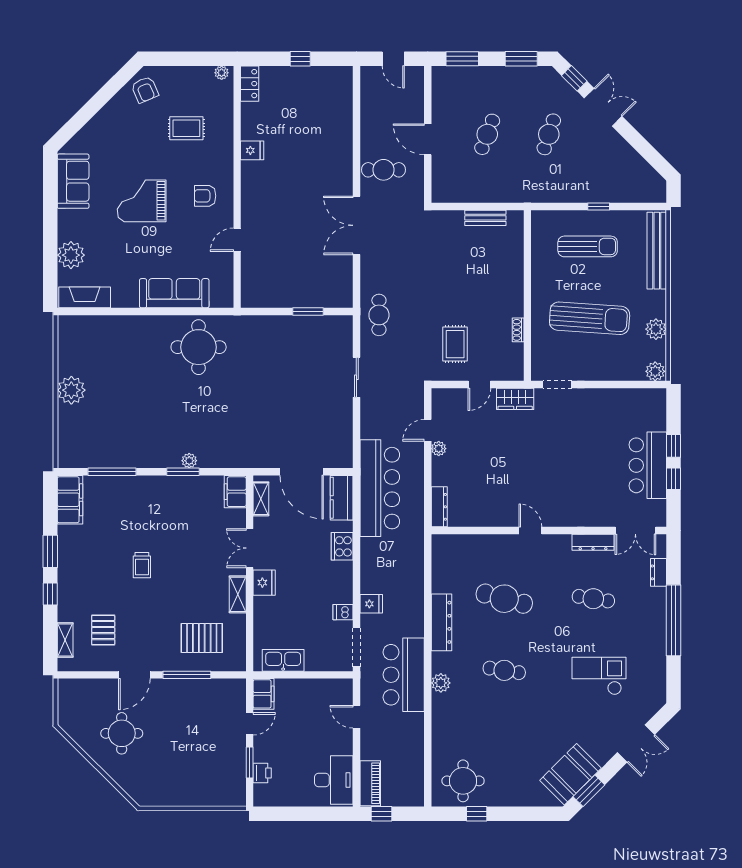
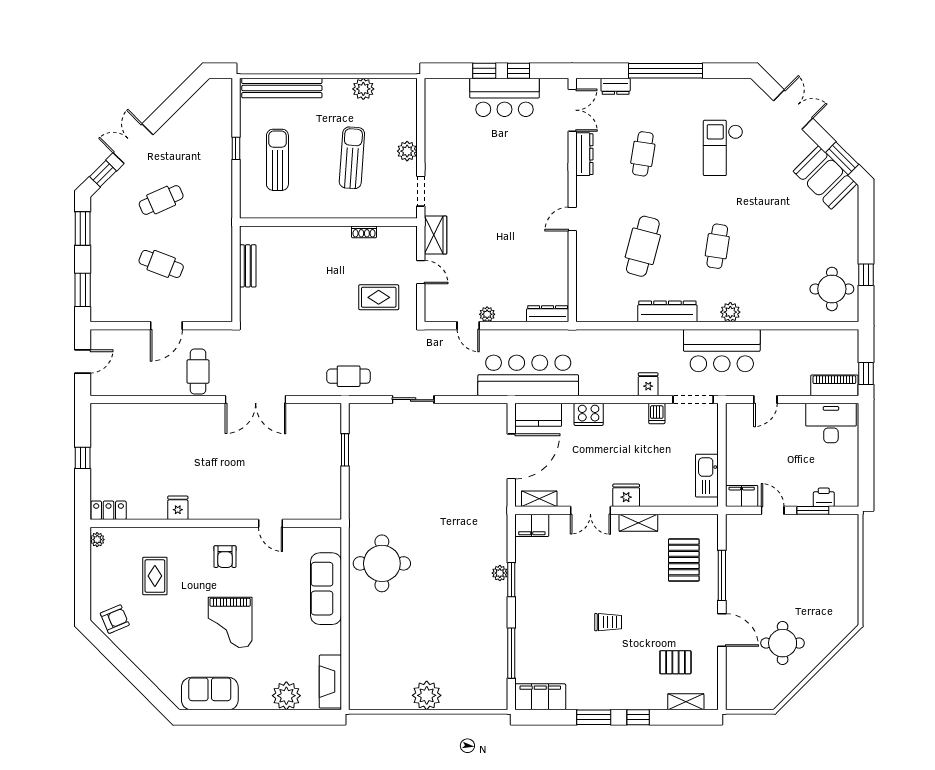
cafe table: (549, 134) -> (161, 200), turned -42
sun lounger: (590, 318) -> (352, 158), width x0.73, depth x0.75
plant: (655, 371) -> (407, 151), moved

